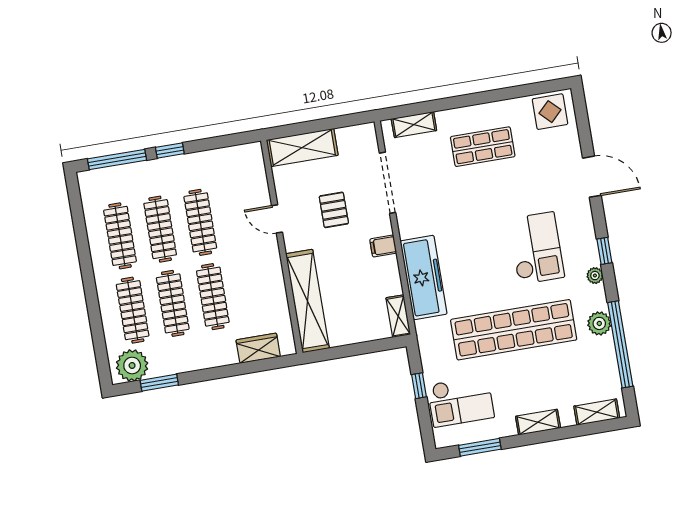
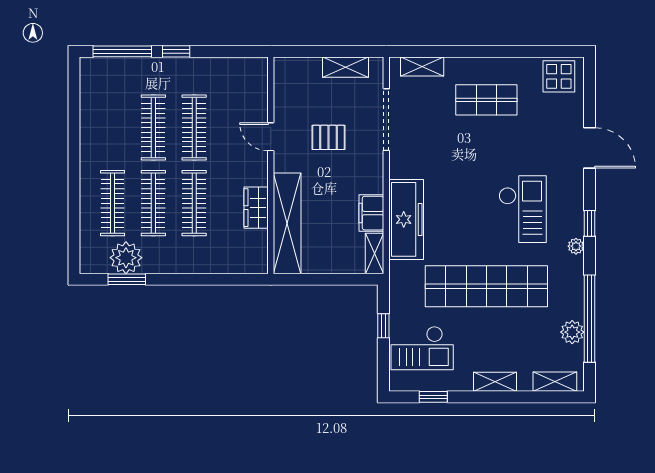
shelving: (302, 148) -> (345, 67), moved, width x0.67, depth x0.75
pallet: (334, 210) -> (328, 137), turned 90
clothes rail: (120, 236) -> (113, 127), removed
filing cabinet: (383, 246) -> (371, 213), moved, width x2.00
plant: (599, 323) -> (572, 332), moved
wardrobe: (258, 348) -> (256, 208), moved, turned -90
plant: (132, 365) -> (126, 258), moved
window: (480, 447) -> (433, 397), width x0.67

